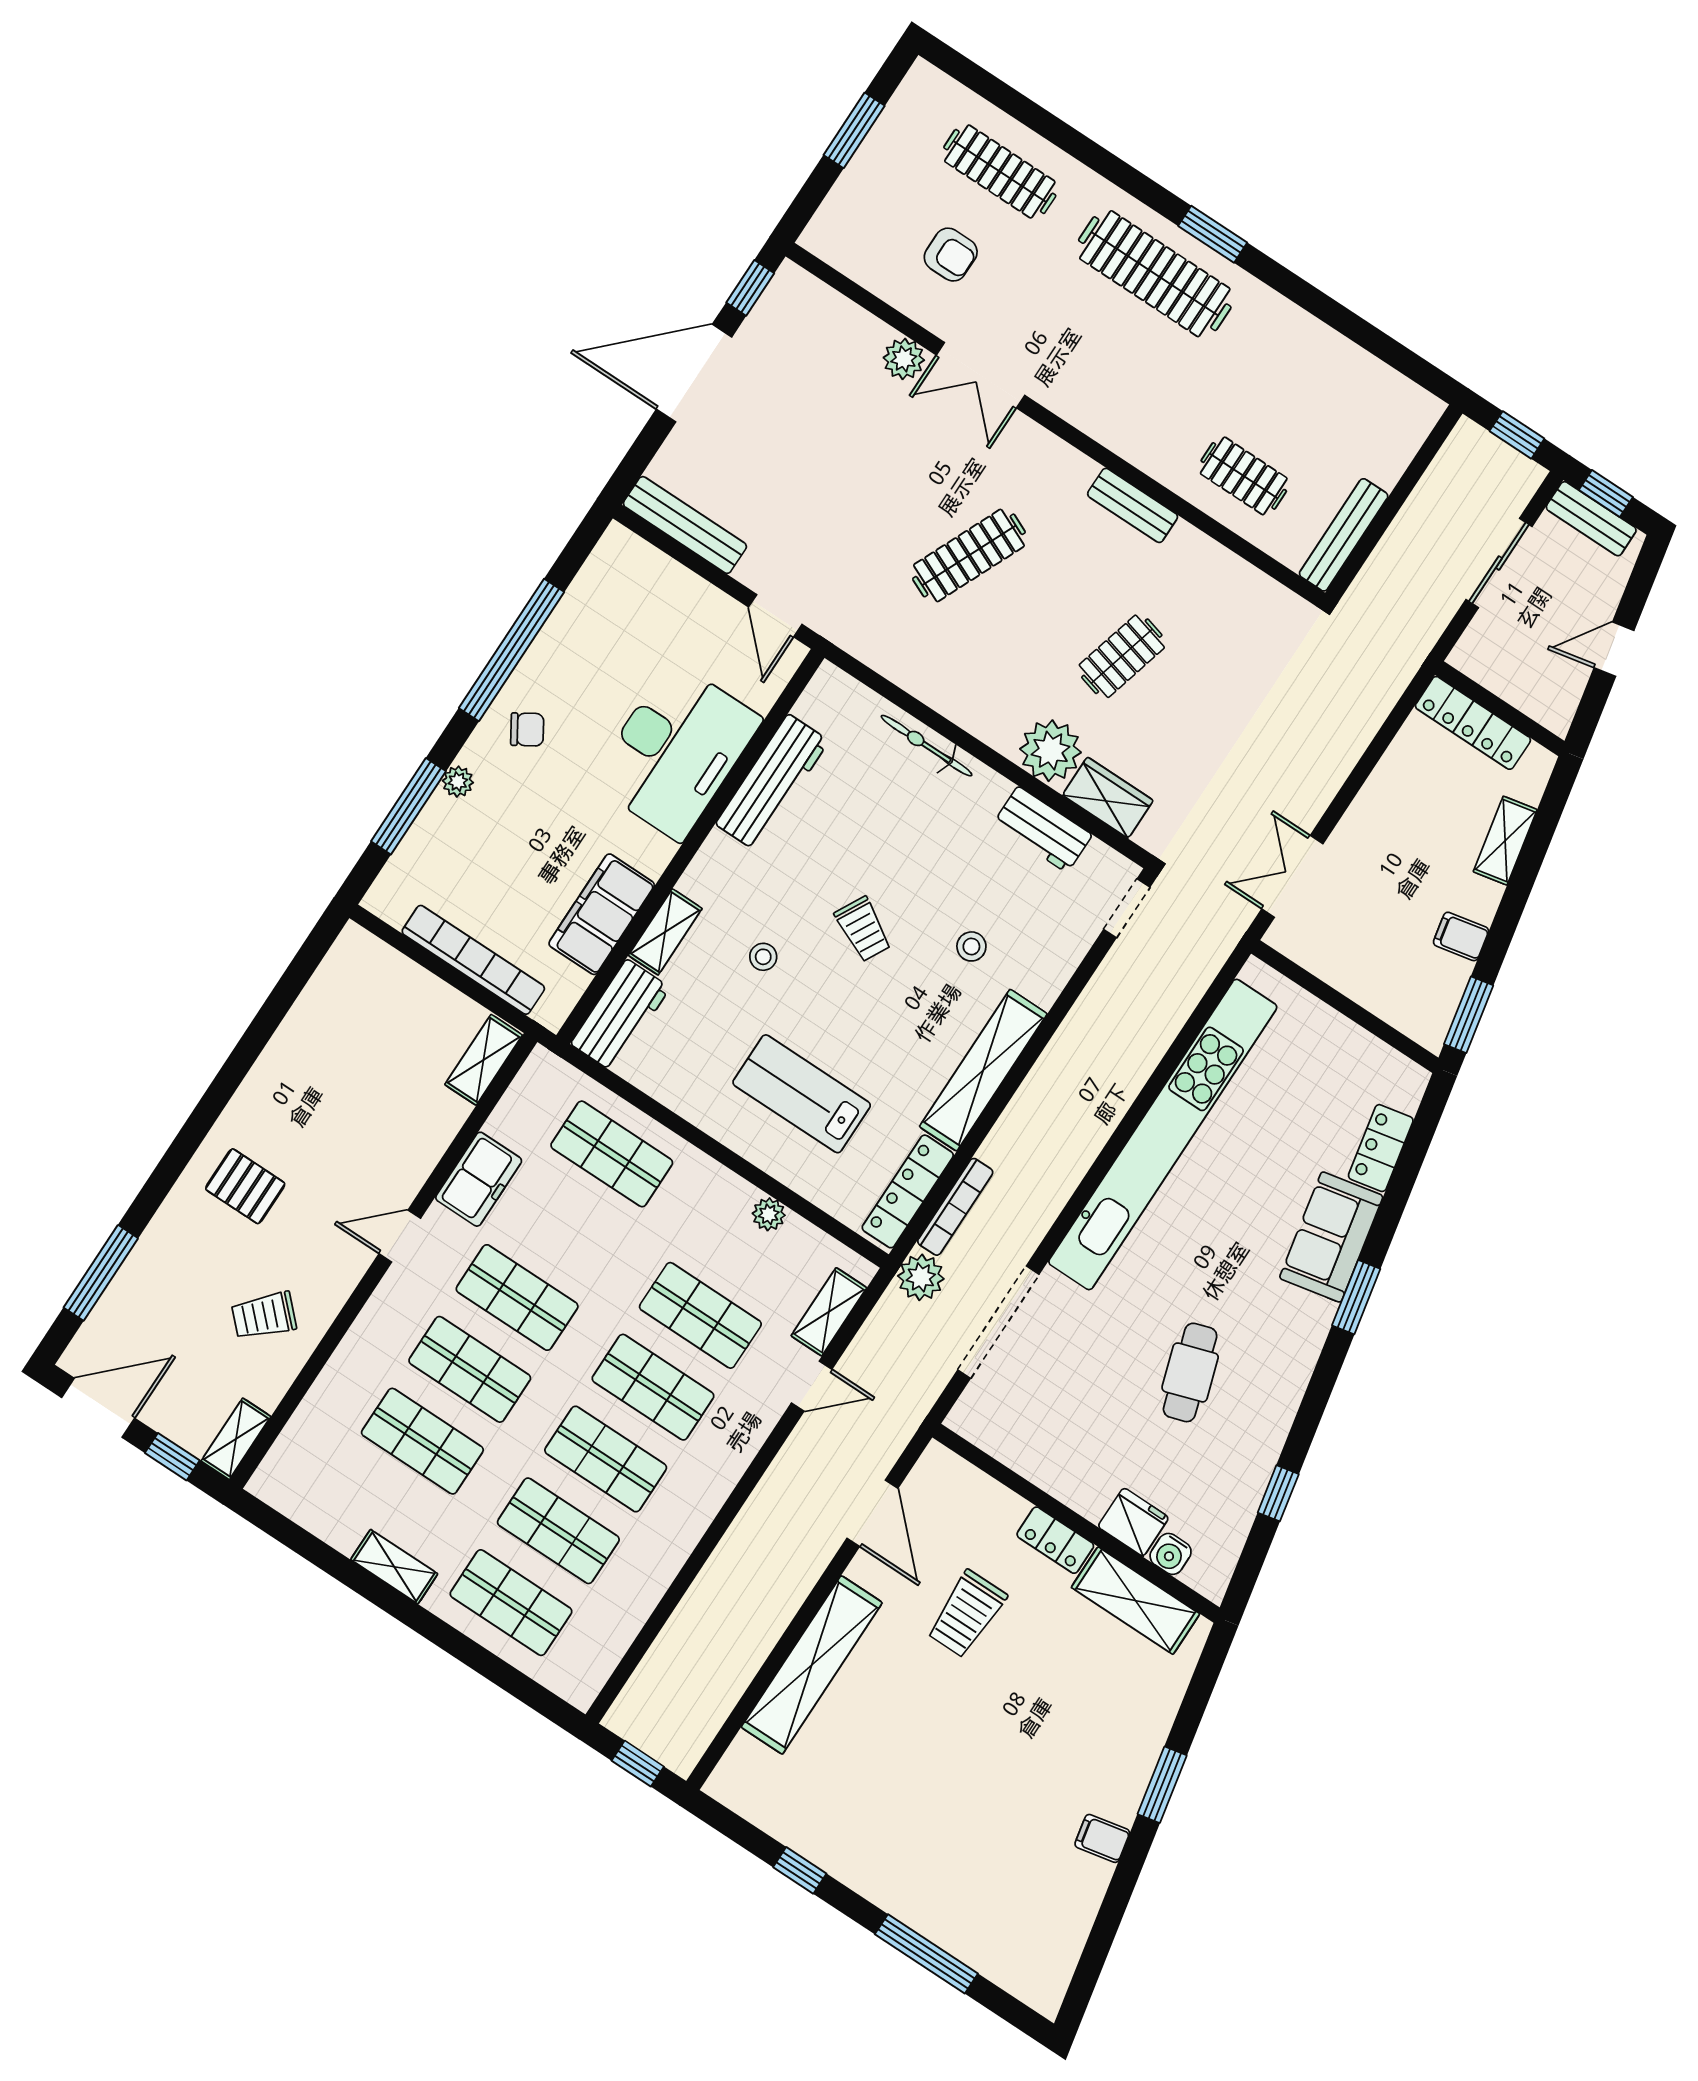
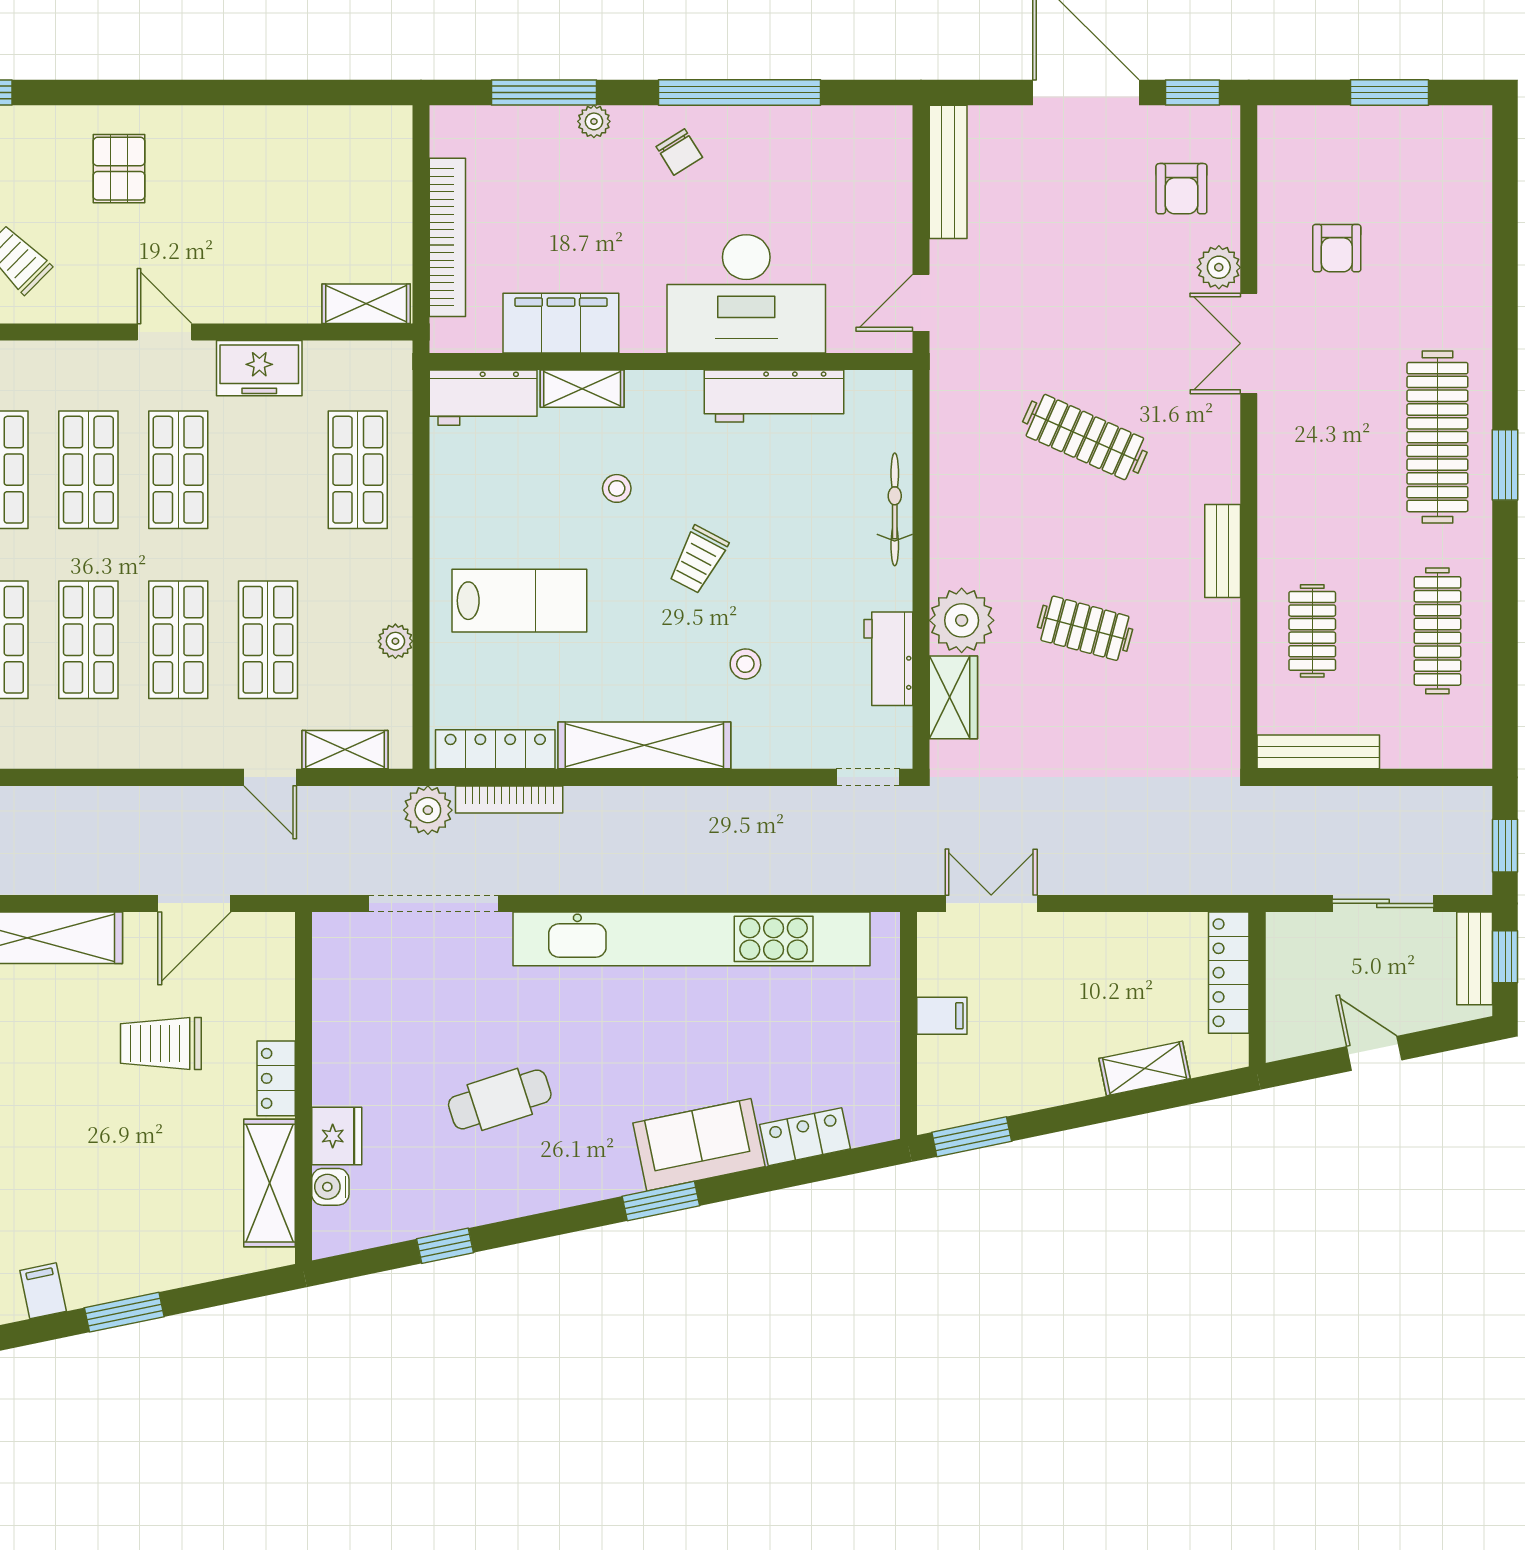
clothes rail: (1000, 171) -> (1437, 631), moved
armchair: (821, 347) -> (1181, 189), added
filing cabinet: (1461, 936) -> (942, 1016), moved, turned 102
lab bench: (802, 1094) -> (519, 601), turned 90

